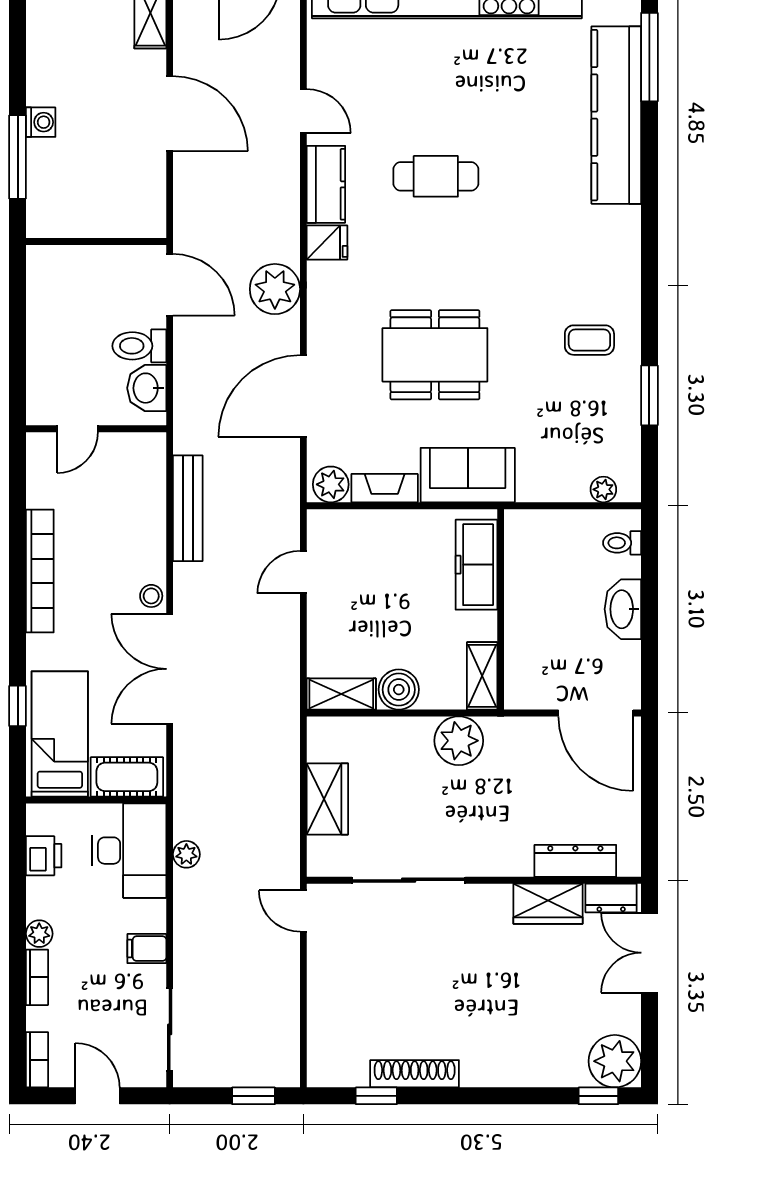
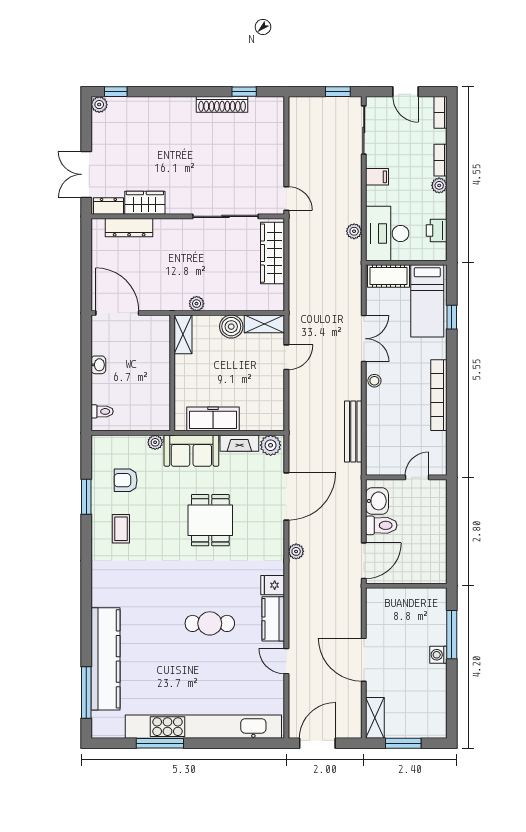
door: (170, 285) -> (364, 561), swing flipped
plant: (275, 289) -> (296, 551), width x0.53, depth x0.53
coffee table: (589, 340) -> (121, 529), turned 90
dining table: (435, 355) -> (210, 520), width x0.73
armchair: (581, 424) -> (126, 480), added
plant: (603, 489) -> (155, 442), moved
freezer: (476, 565) -> (213, 419), moved, turned -90
door: (303, 572) -> (286, 357), moved
washbasin: (623, 609) -> (98, 365), width x0.52, depth x0.69
double door: (170, 669) -> (364, 339), width x0.73
plant: (459, 741) -> (197, 304), width x0.53, depth x0.53
wardrobe: (327, 799) -> (273, 253), width x1.50
double door: (649, 953) -> (86, 174), swing flipped
plant: (615, 1061) -> (99, 105), width x0.53, depth x0.53
window: (254, 1096) -> (338, 92), moved

